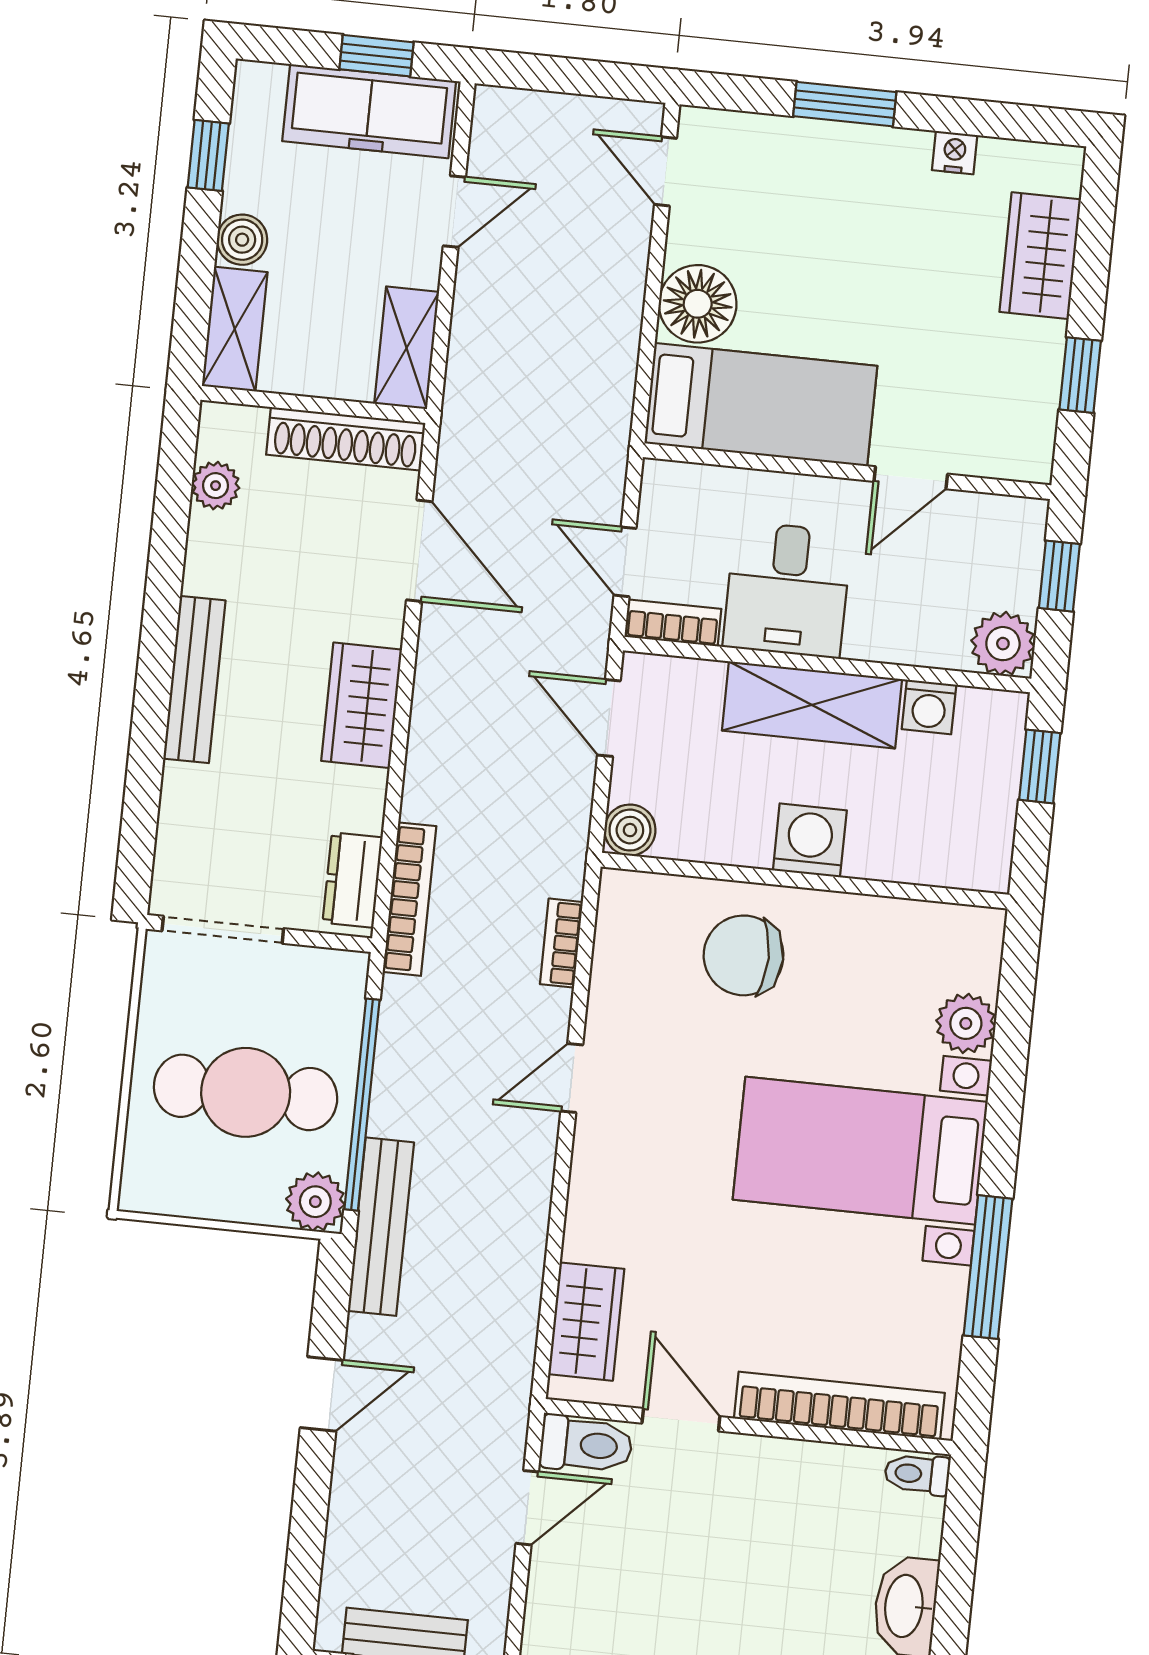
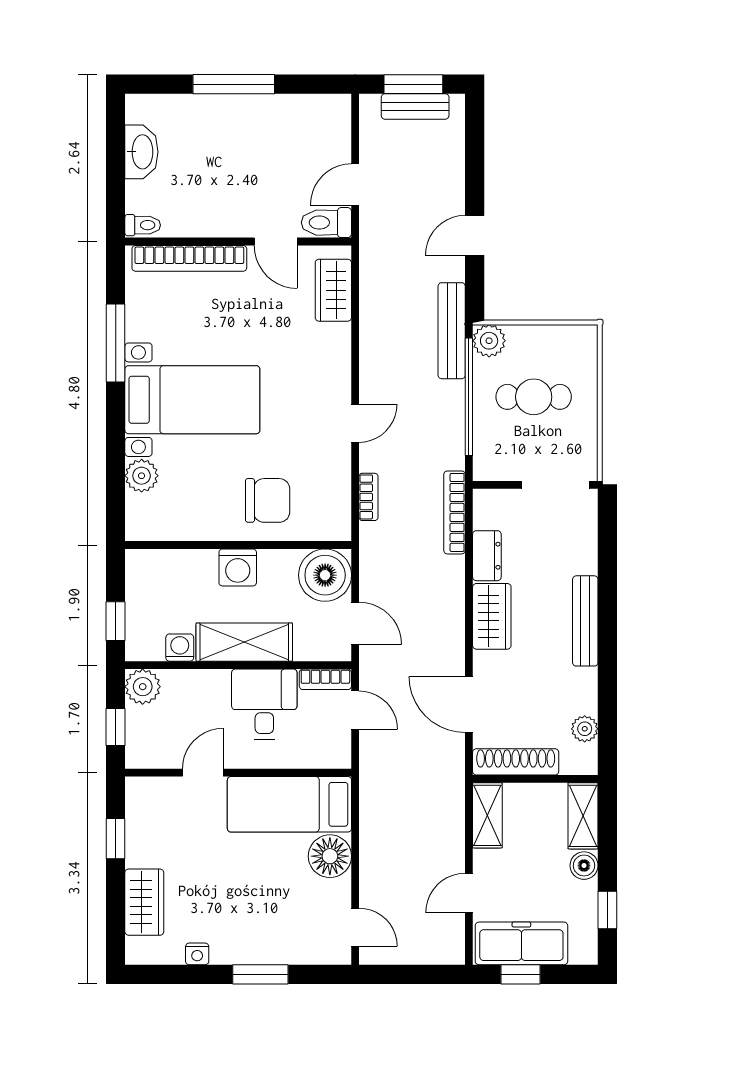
boiler: (630, 830) -> (325, 575), width x1.86, depth x1.86
dresser: (353, 880) -> (487, 556), moved
cafe table: (246, 1092) -> (534, 397), width x0.73, depth x0.74

